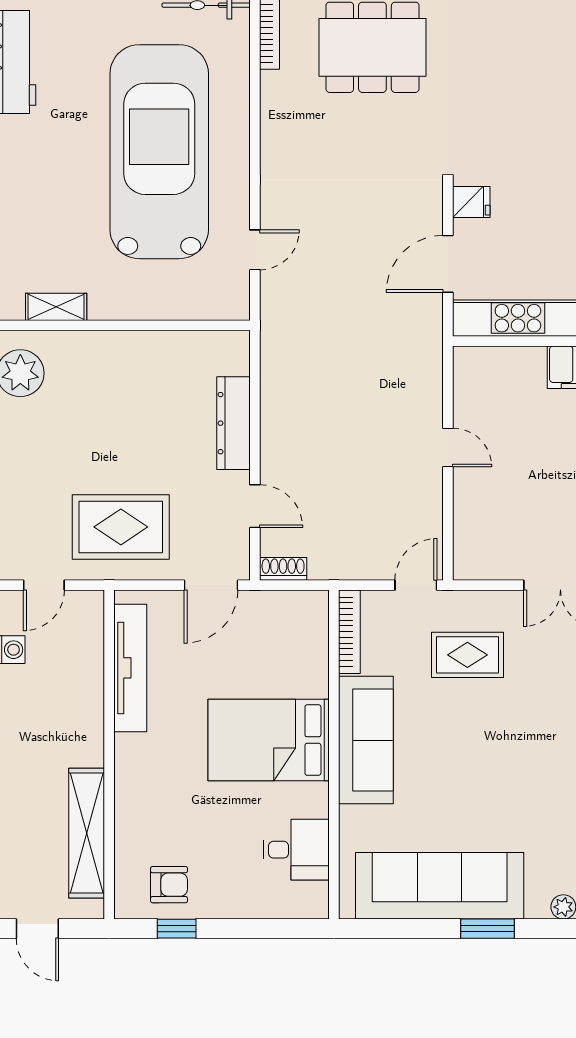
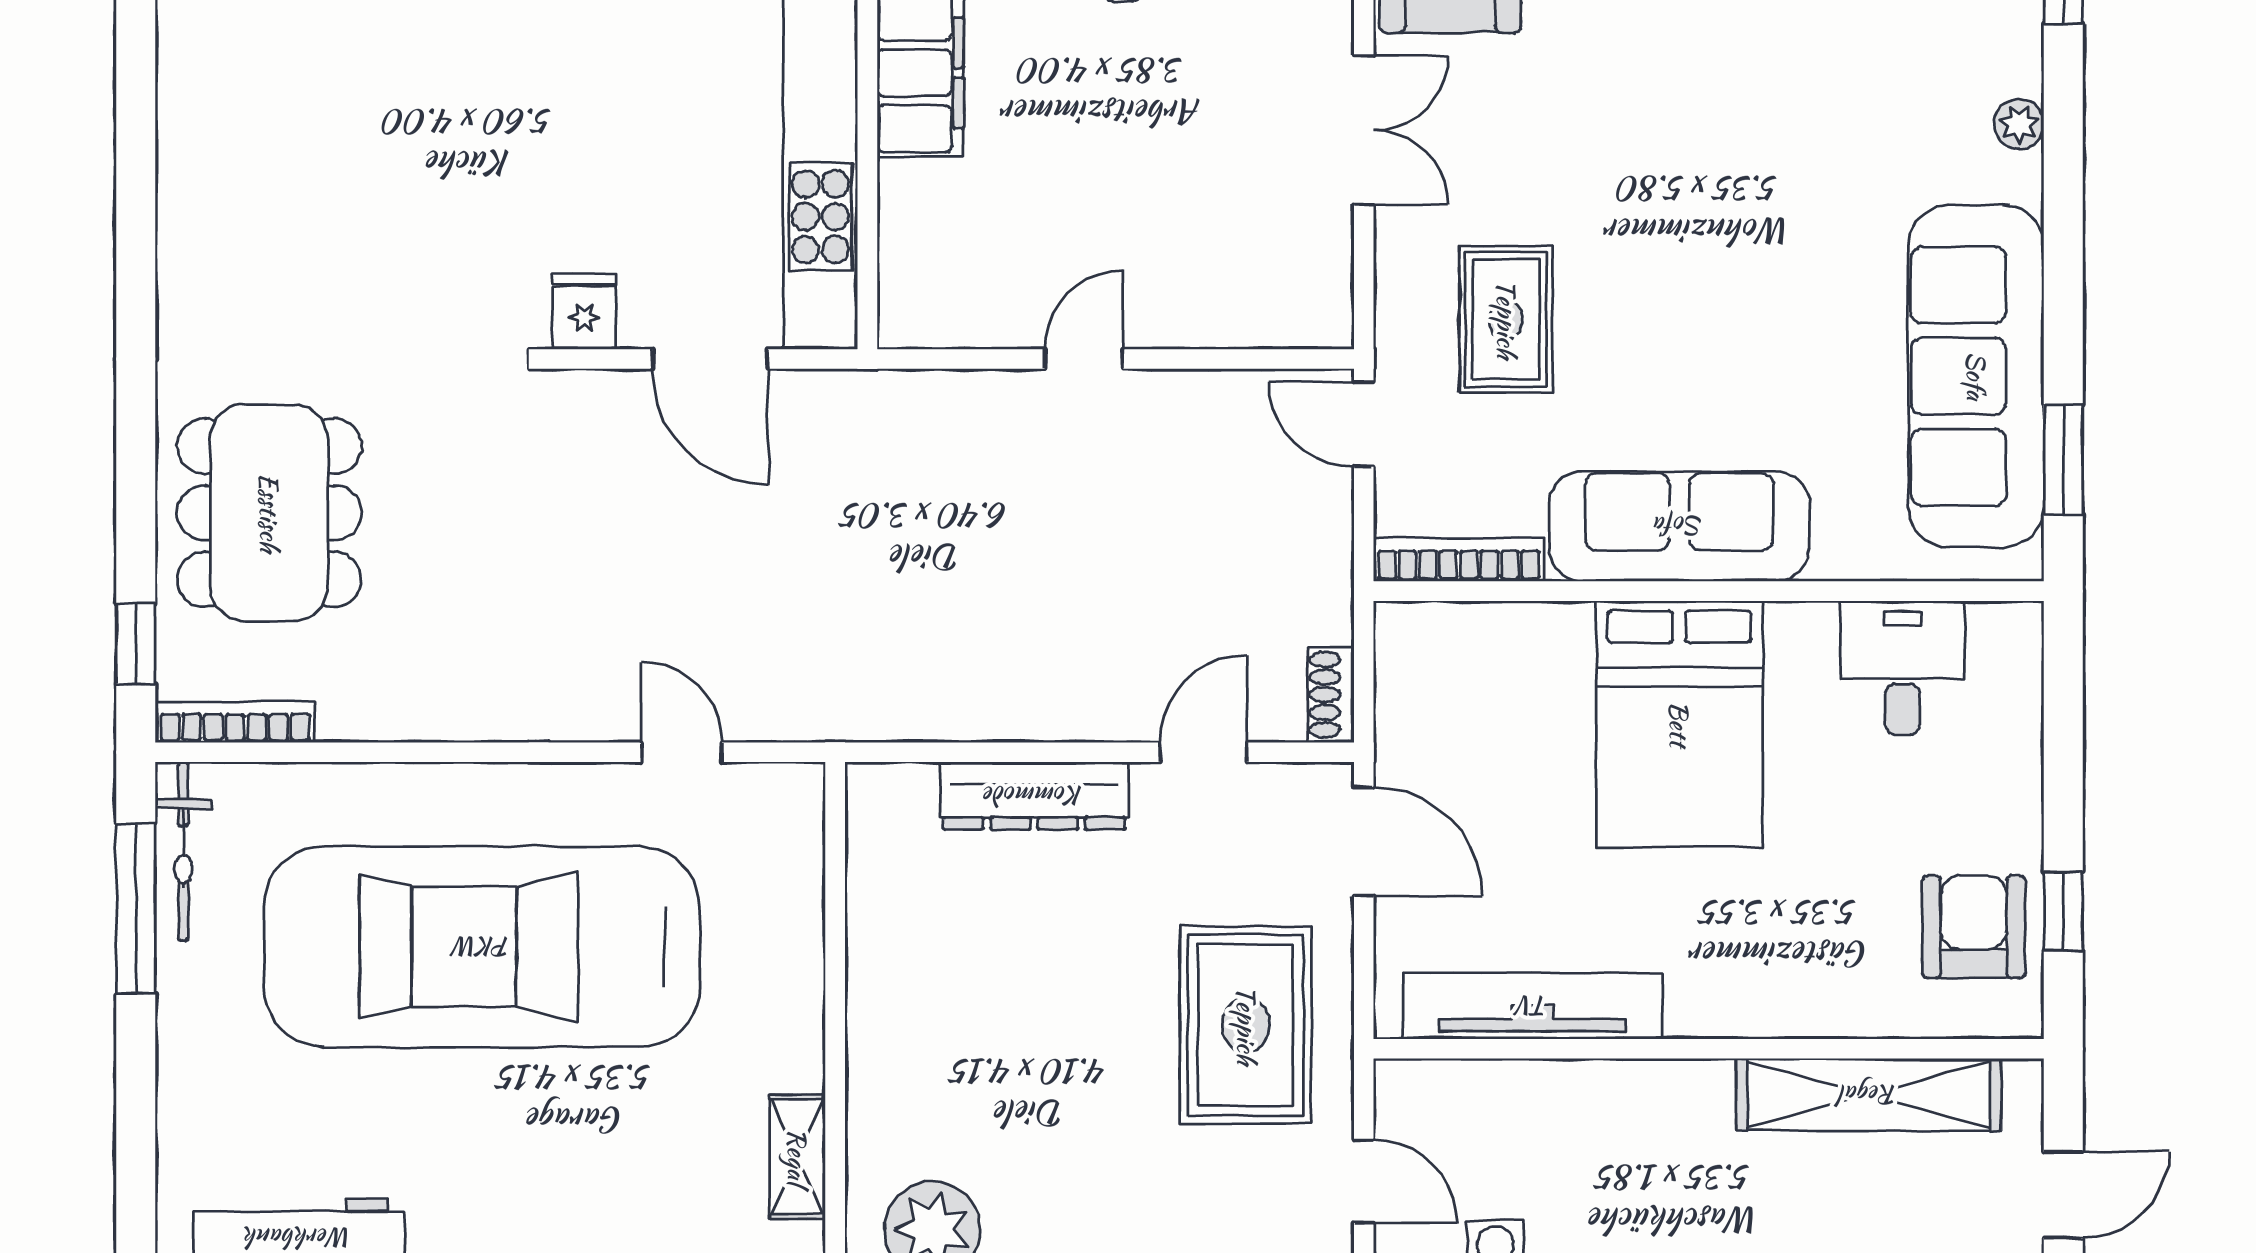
armchair: (169, 885) -> (1974, 927), width x1.38, depth x1.38
window: (488, 929) -> (2063, 460), moved

